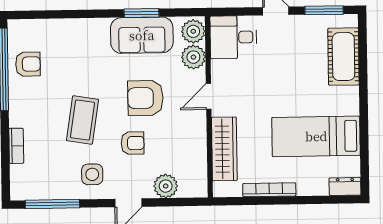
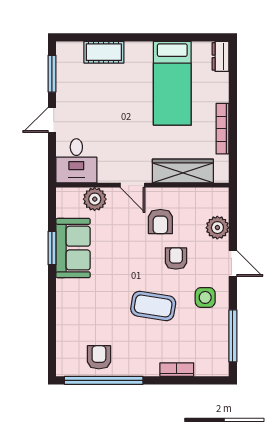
plant: (193, 31) -> (70, 199), removed
cot: (343, 57) -> (104, 52), width x0.73, depth x0.75
armchair: (145, 98) -> (160, 222), moved, width x0.72, depth x0.72

